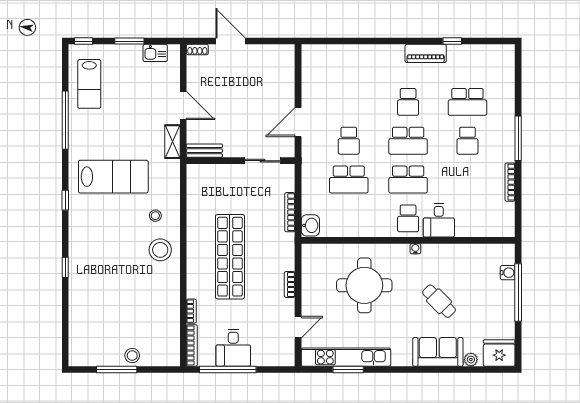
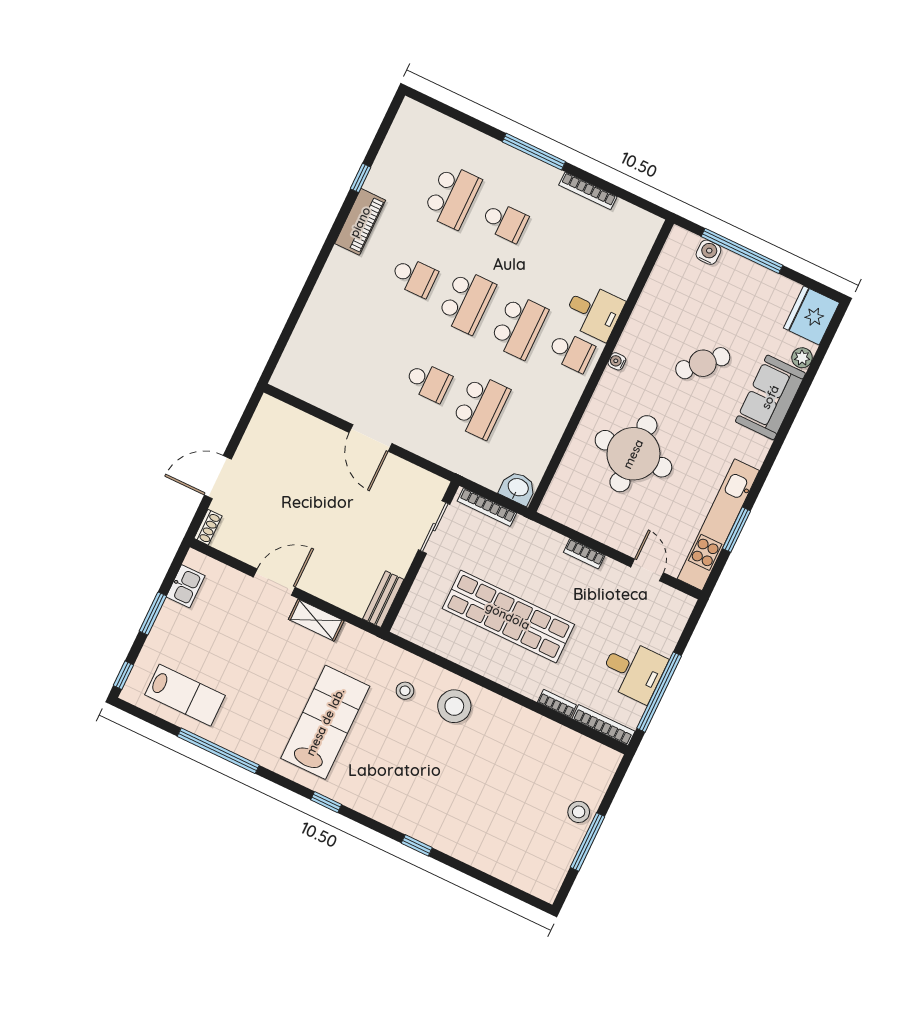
bench: (204, 151) -> (383, 599), moved
wall: (241, 161) -> (420, 557), moved
sliding door: (263, 161) -> (434, 527), moved

